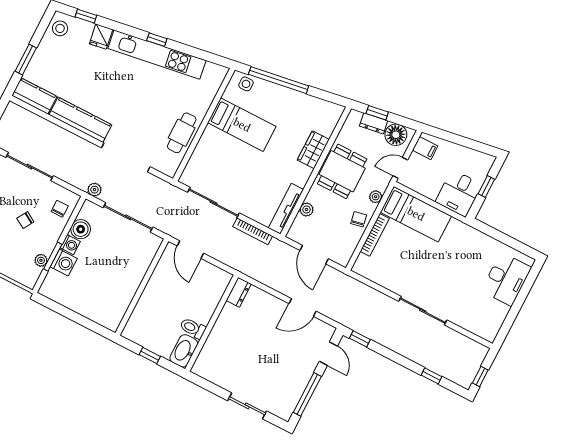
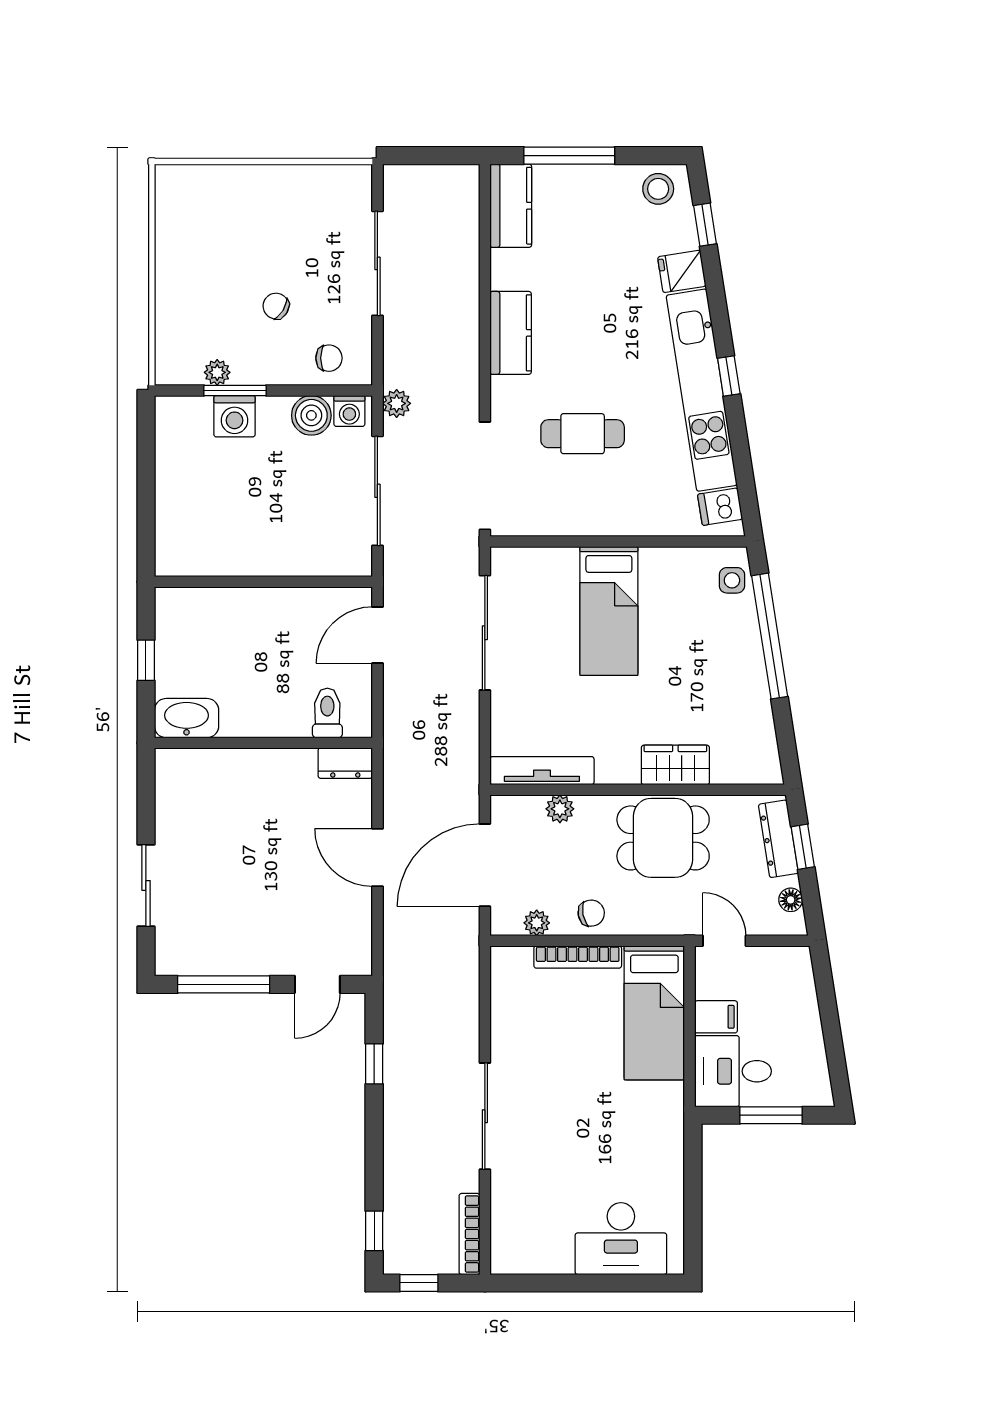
window: (26, 60) -> (569, 156), width x1.44
dishwasher: (211, 73) -> (720, 507), added
kitchen counter: (80, 120) -> (511, 333), width x0.67
dresser: (374, 123) -> (778, 839), width x1.44
bed: (242, 125) -> (609, 611), moved
cafe table: (182, 133) -> (583, 434), moved
floor lamp: (396, 135) -> (791, 900), width x0.53, depth x0.53
filing cabinet: (425, 148) -> (716, 1017), moved, turned -90
doorway: (126, 157) -> (485, 476), moved
window: (486, 187) -> (771, 1115), width x1.50
plant: (376, 197) -> (537, 923), moved
bookcase: (253, 231) -> (469, 1234), moved
washing machine: (70, 245) -> (349, 411), moved
door: (314, 255) -> (485, 865), width x1.36
door: (302, 307) -> (377, 858), moved
toilet: (193, 328) -> (327, 713), moved
window: (360, 339) -> (374, 1064), moved
window: (431, 376) -> (374, 1231), moved

